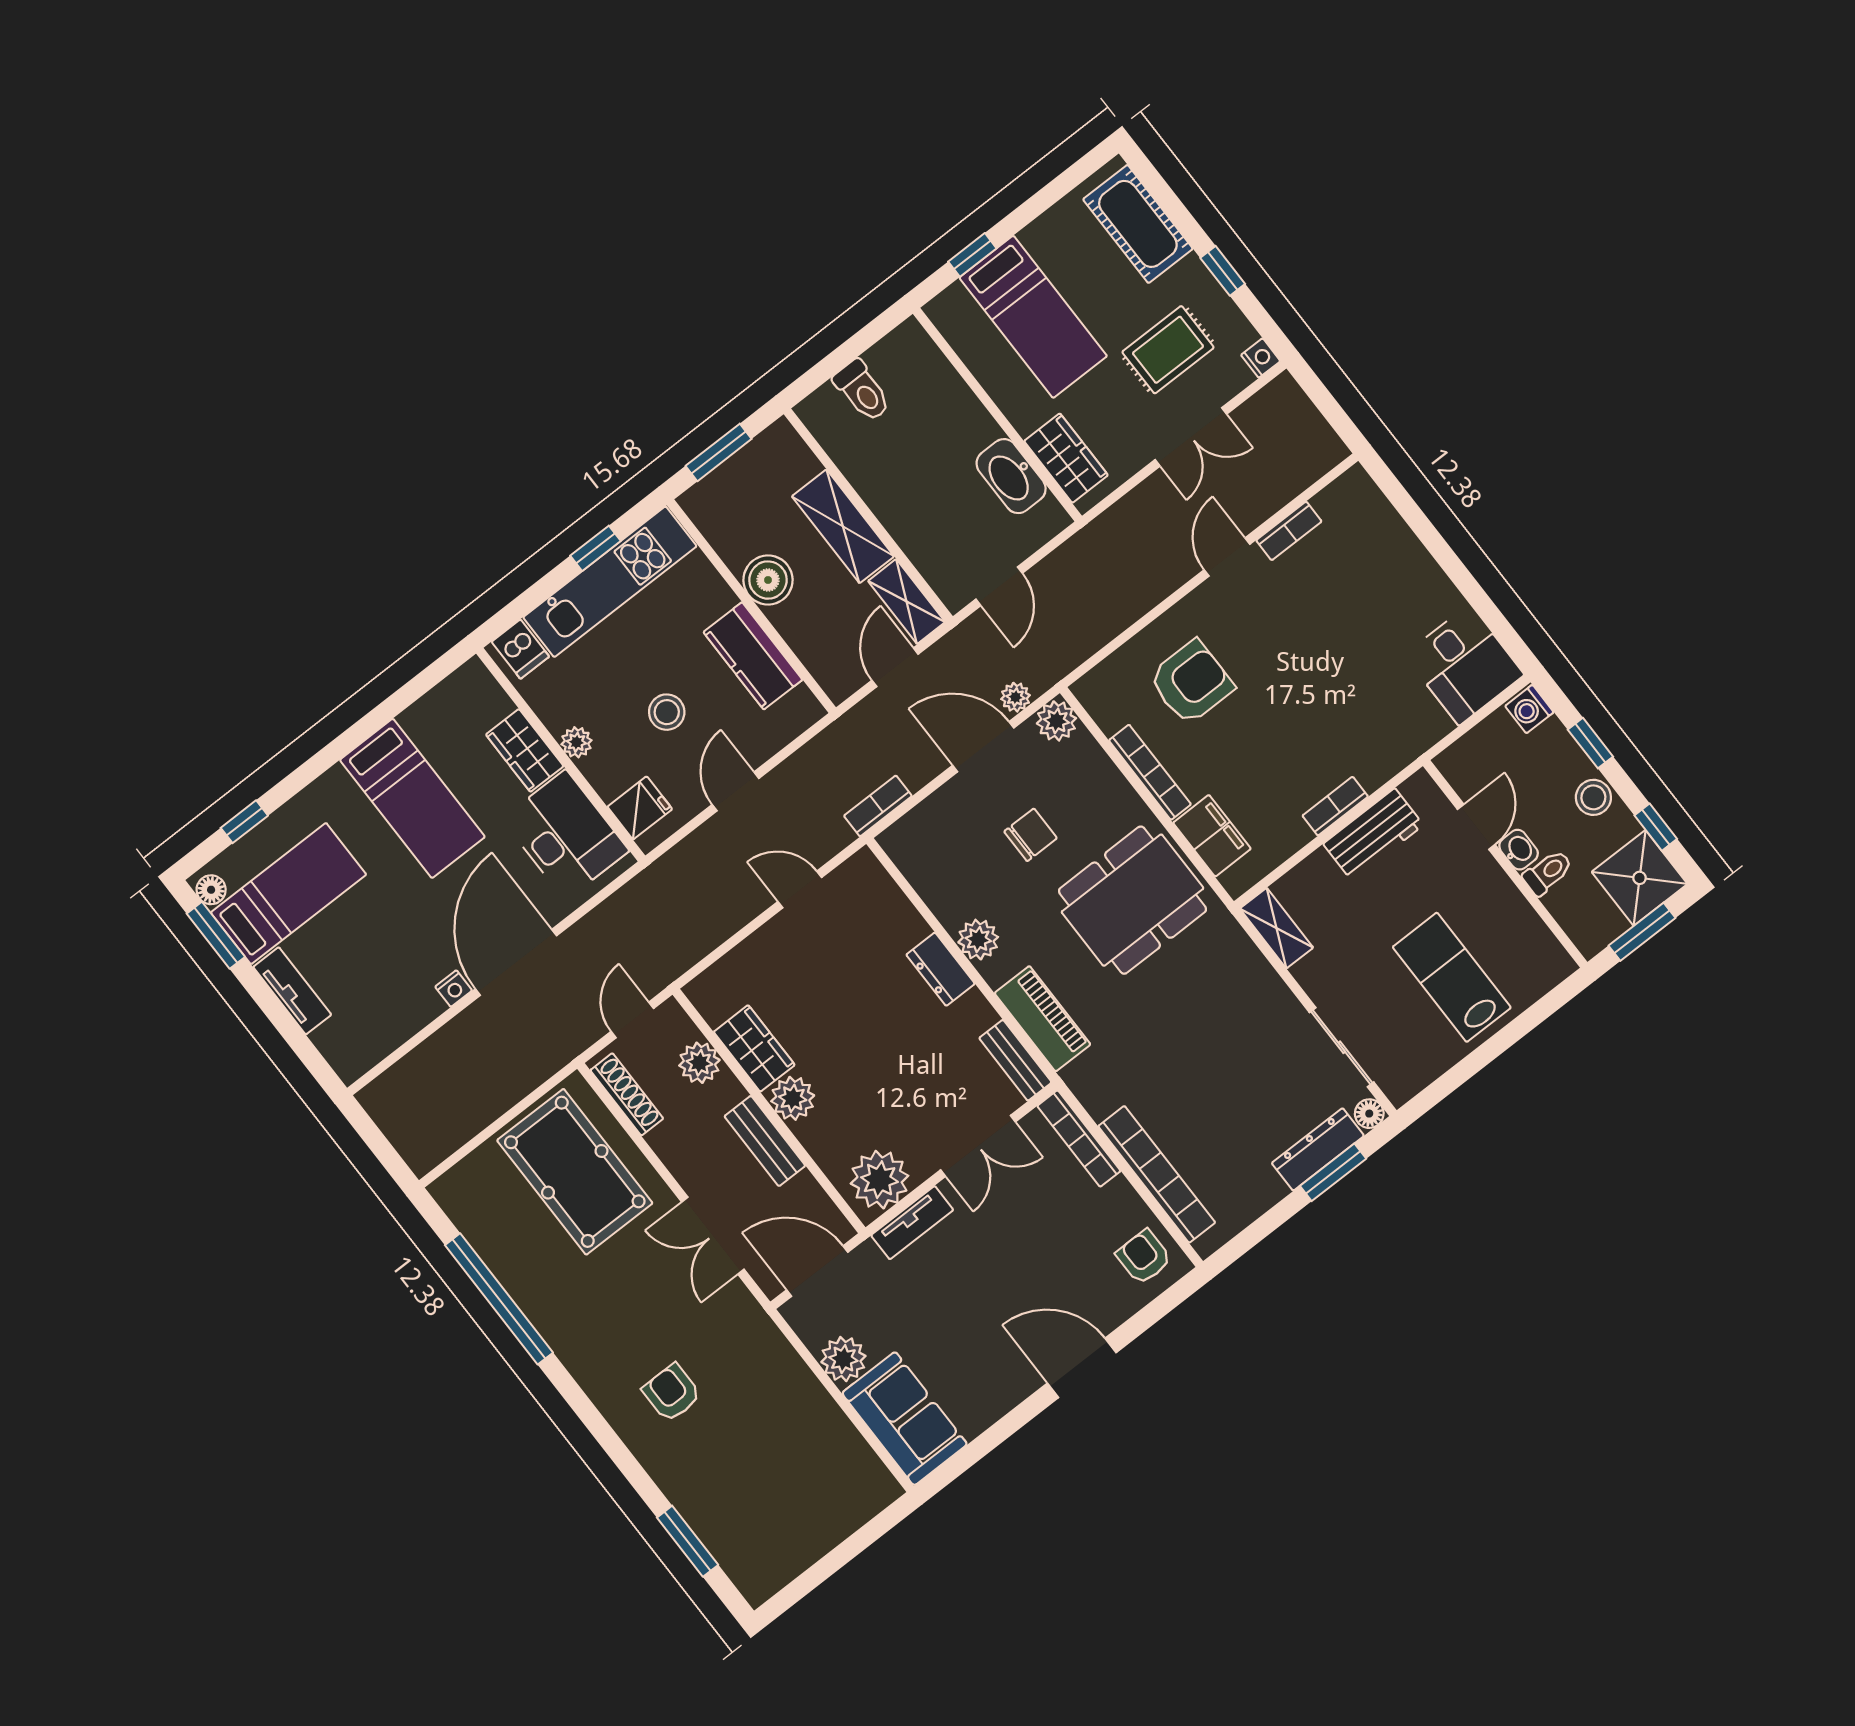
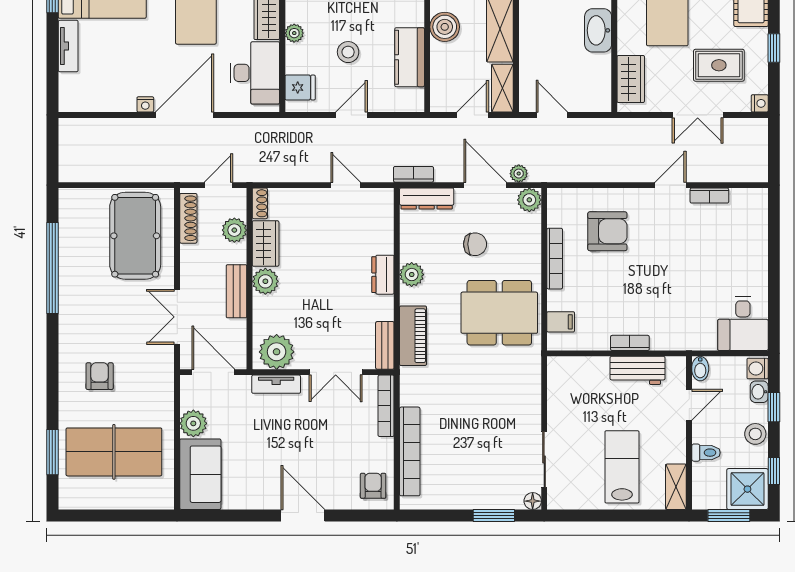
washbasin: (1011, 476) -> (598, 30), moved
door: (999, 586) -> (552, 115), swing flipped
bidet: (1454, 768) -> (700, 369), added
filing cabinet: (1212, 836) -> (561, 322), width x0.50
washbasin: (1519, 850) -> (759, 392), moved, turned 180
shelving: (1277, 928) -> (676, 487), moved
shoe rack: (706, 1001) -> (260, 203), added
dresser: (1318, 1149) -> (427, 198), moved, turned 180
table tennis table: (768, 1478) -> (114, 452), added

